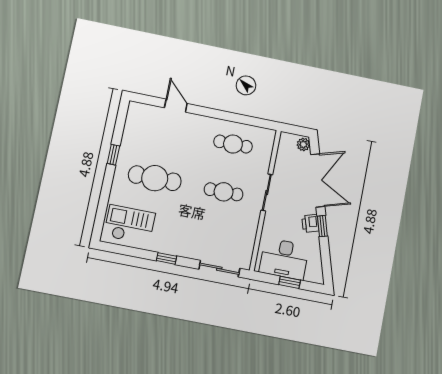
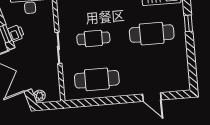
cafe table: (233, 144) -> (97, 79), width x1.37, depth x1.35
window: (113, 155) -> (188, 23), moved

